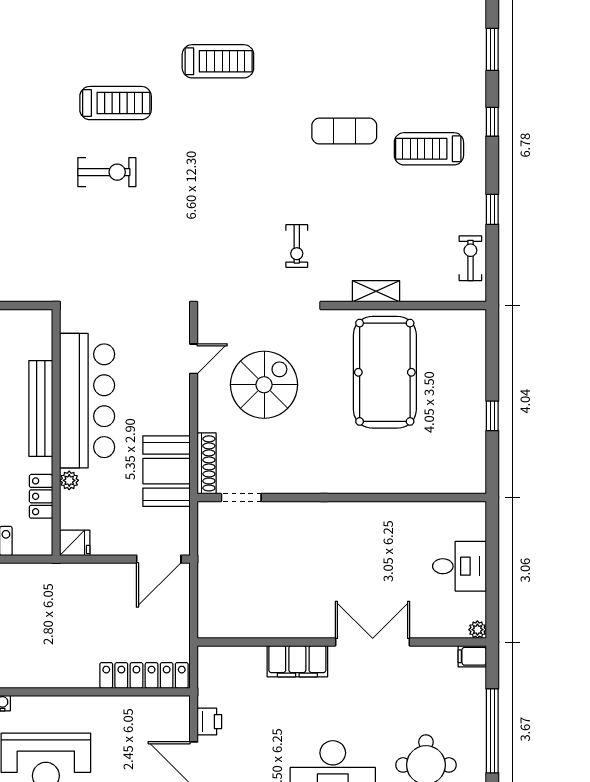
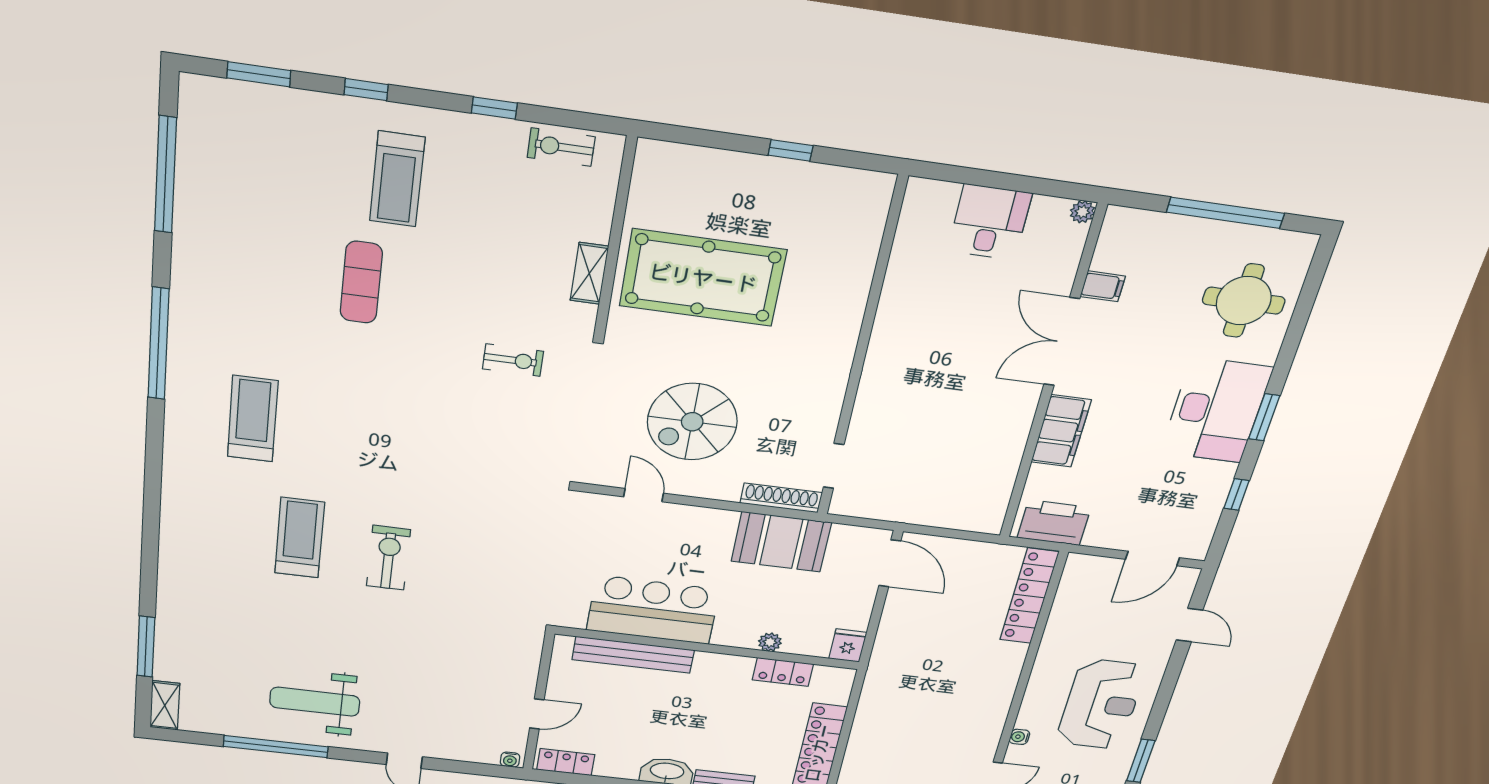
spiral stairs: (264, 385) -> (692, 422), turned -90
bar counter: (87, 401) -> (653, 610), width x0.73
bench: (41, 408) -> (633, 655), moved
filing cabinet: (472, 656) -> (1103, 286), moved, turned -90
printer: (209, 722) -> (1054, 523), moved, width x1.87, depth x1.48

